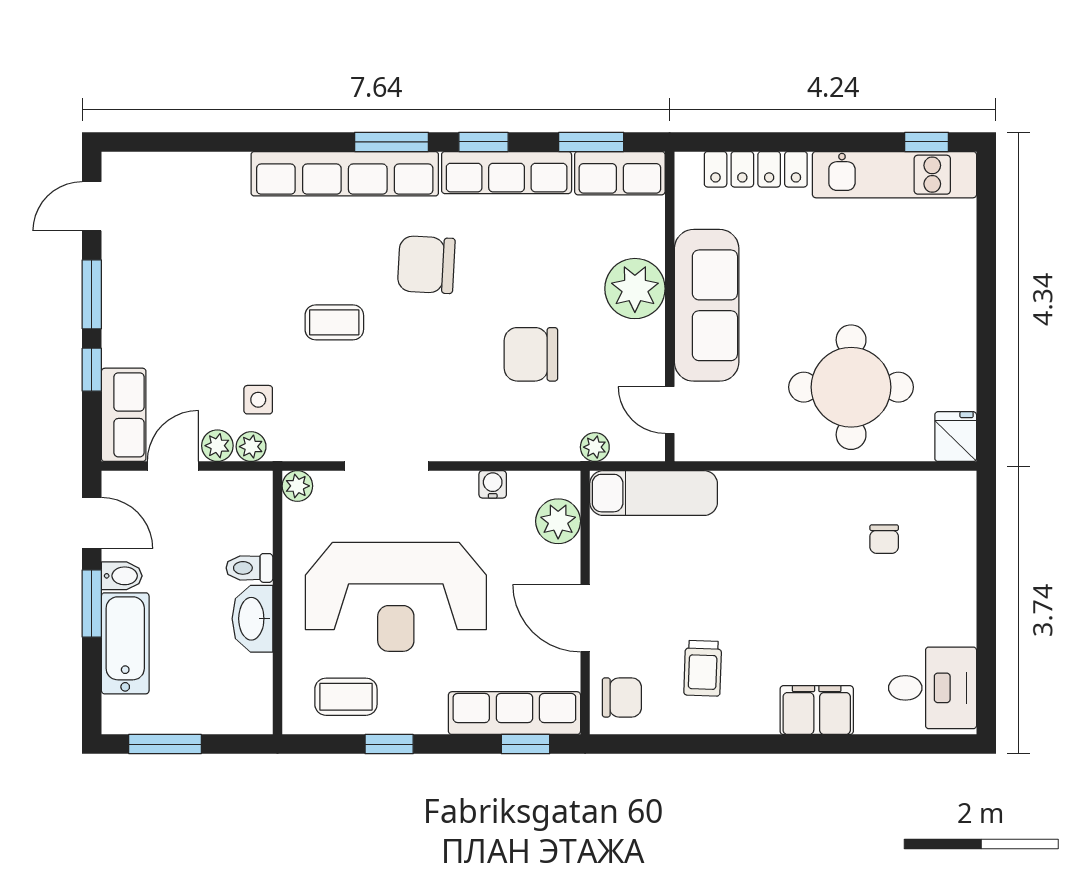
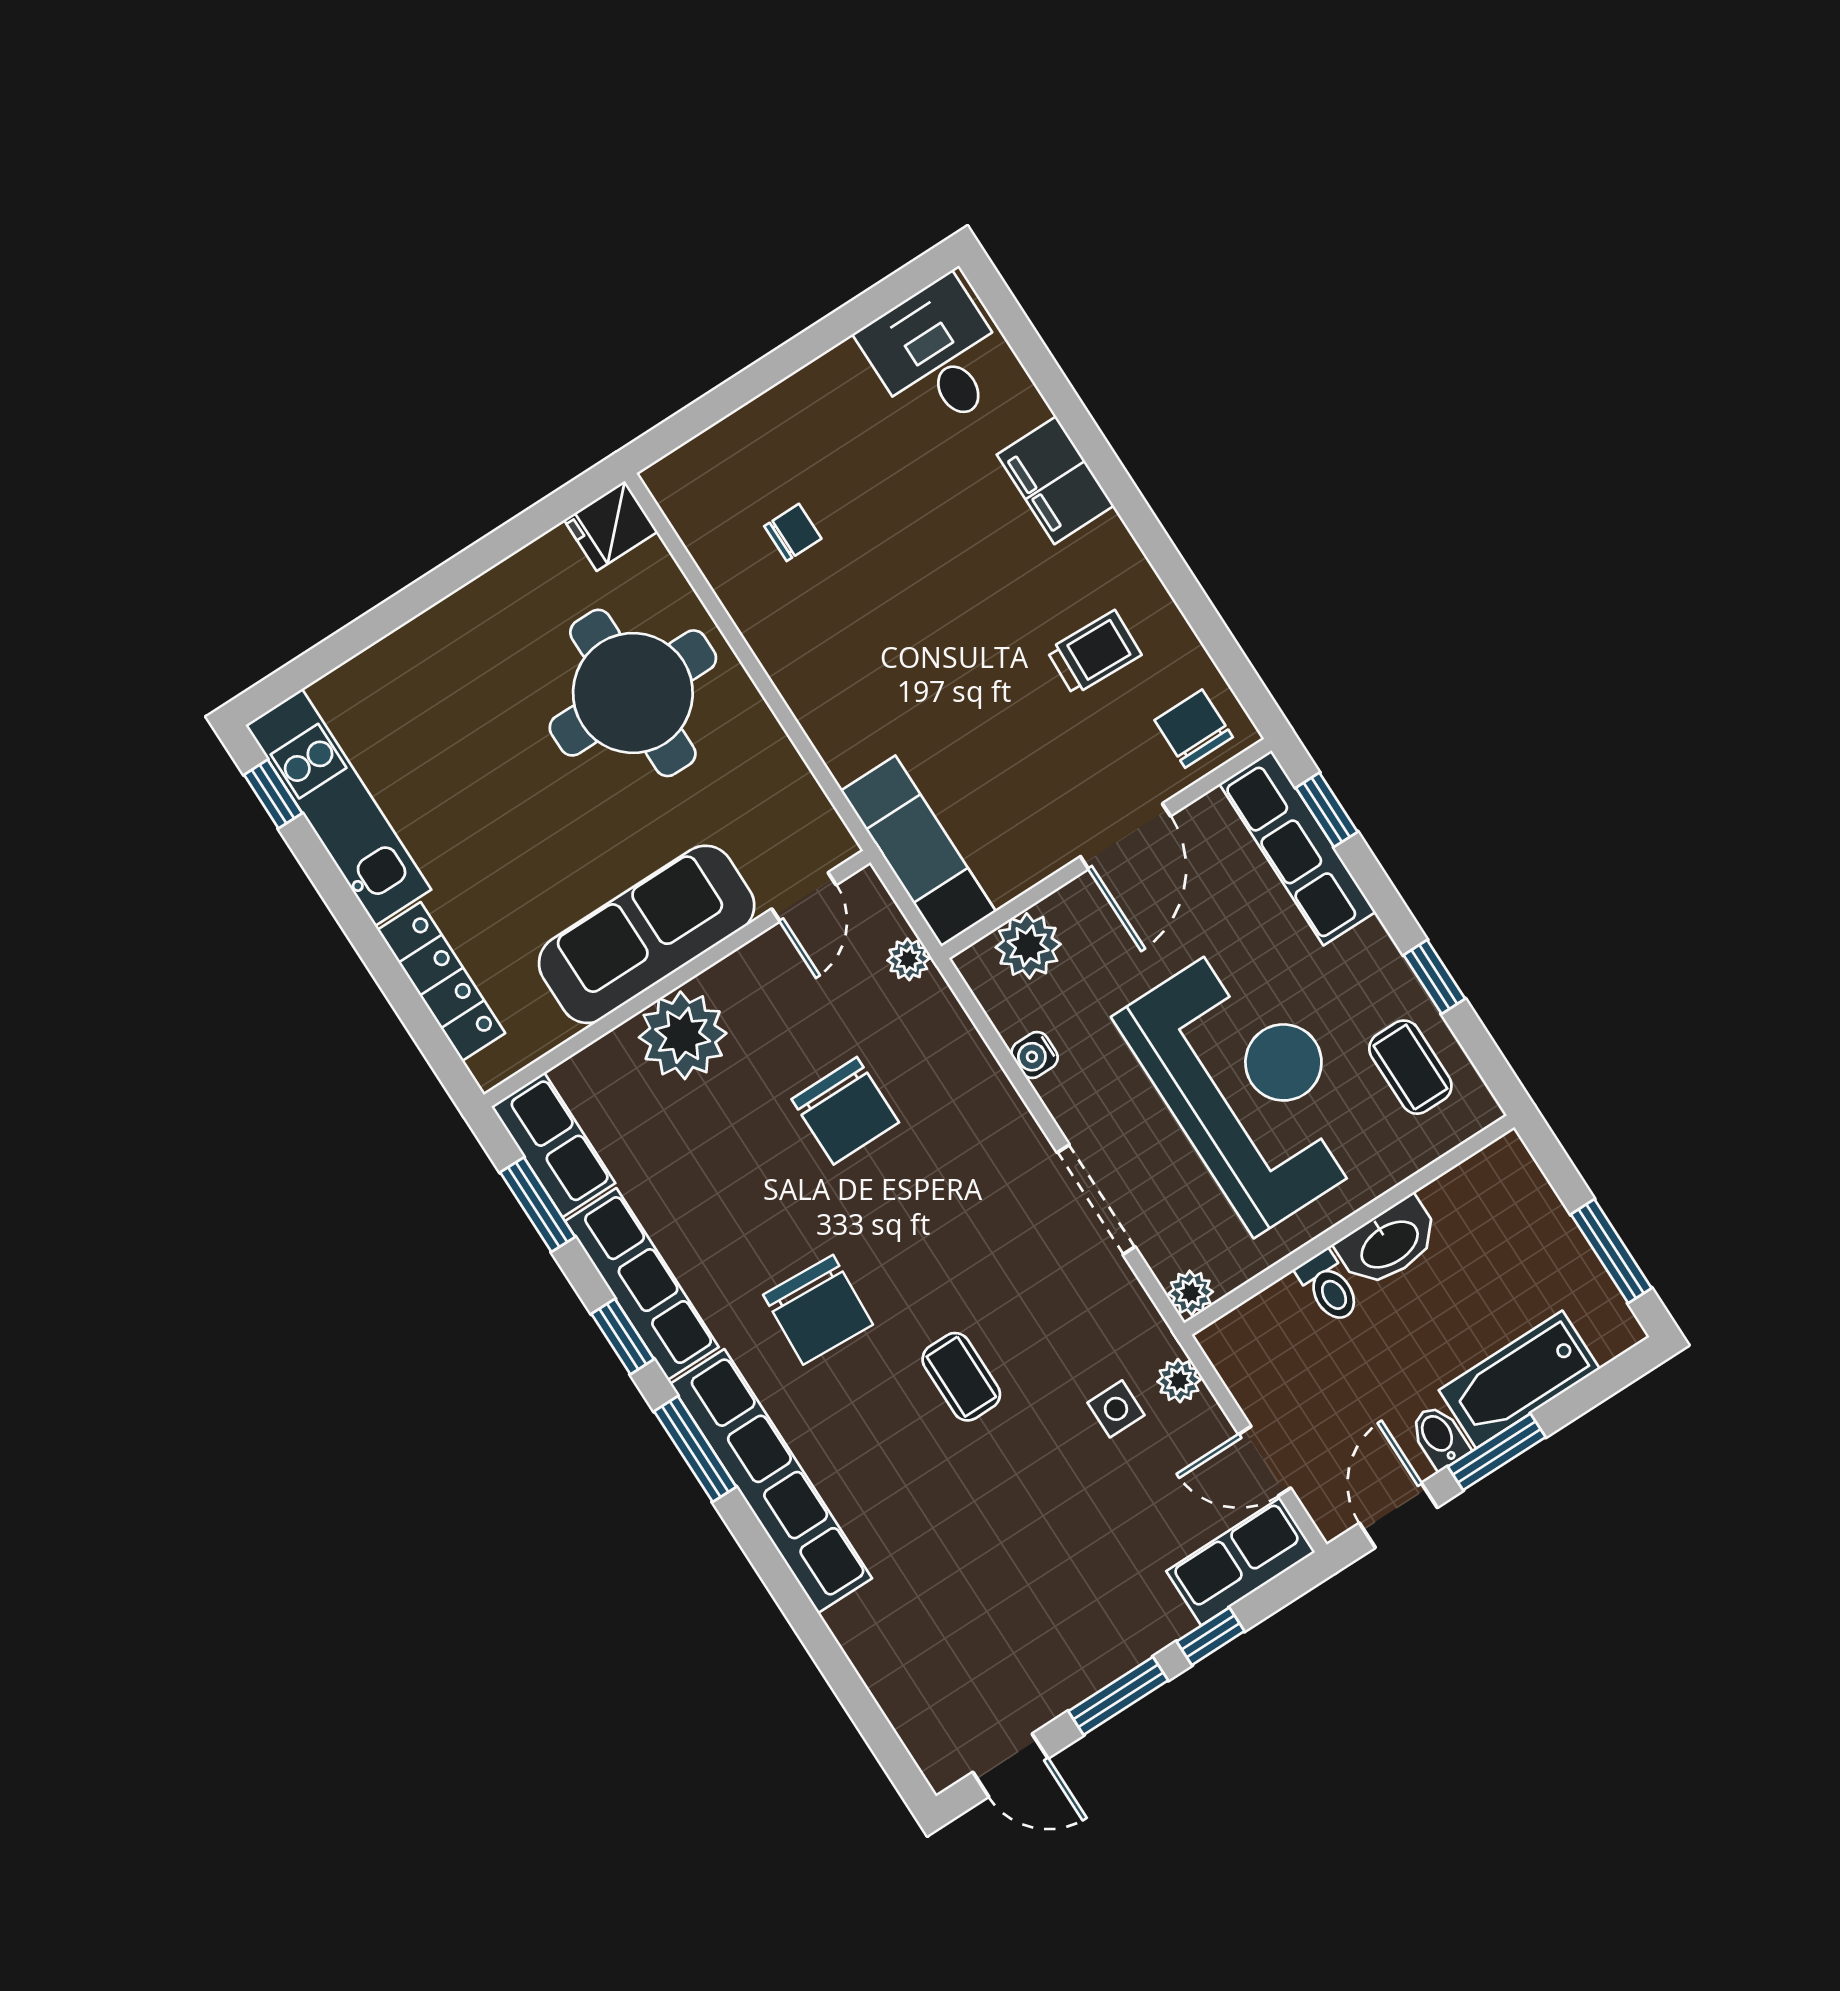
plant: (217, 446) -> (1205, 1423), removed

